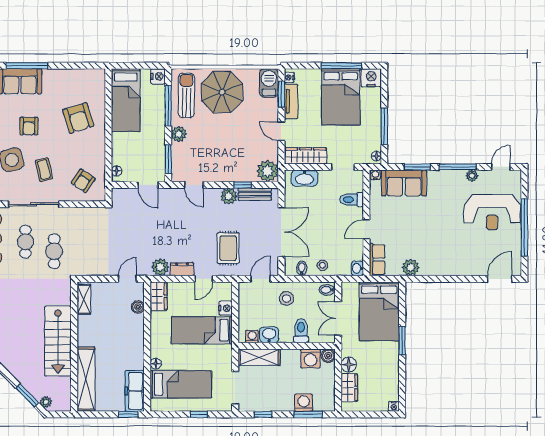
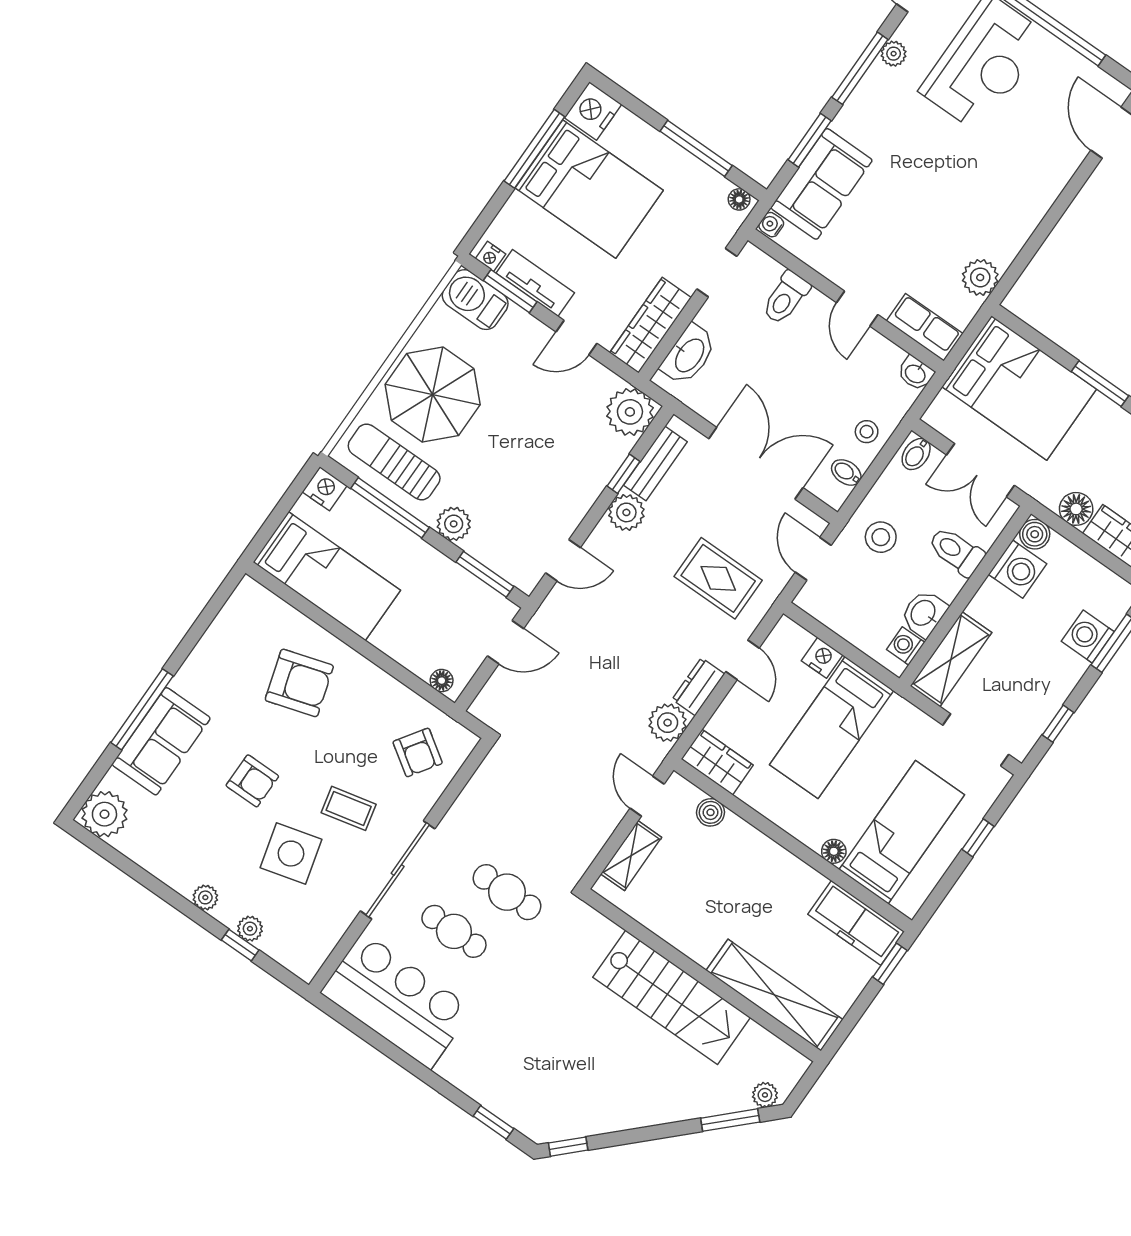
shelving: (84, 299) -> (631, 856), moved, turned 90

